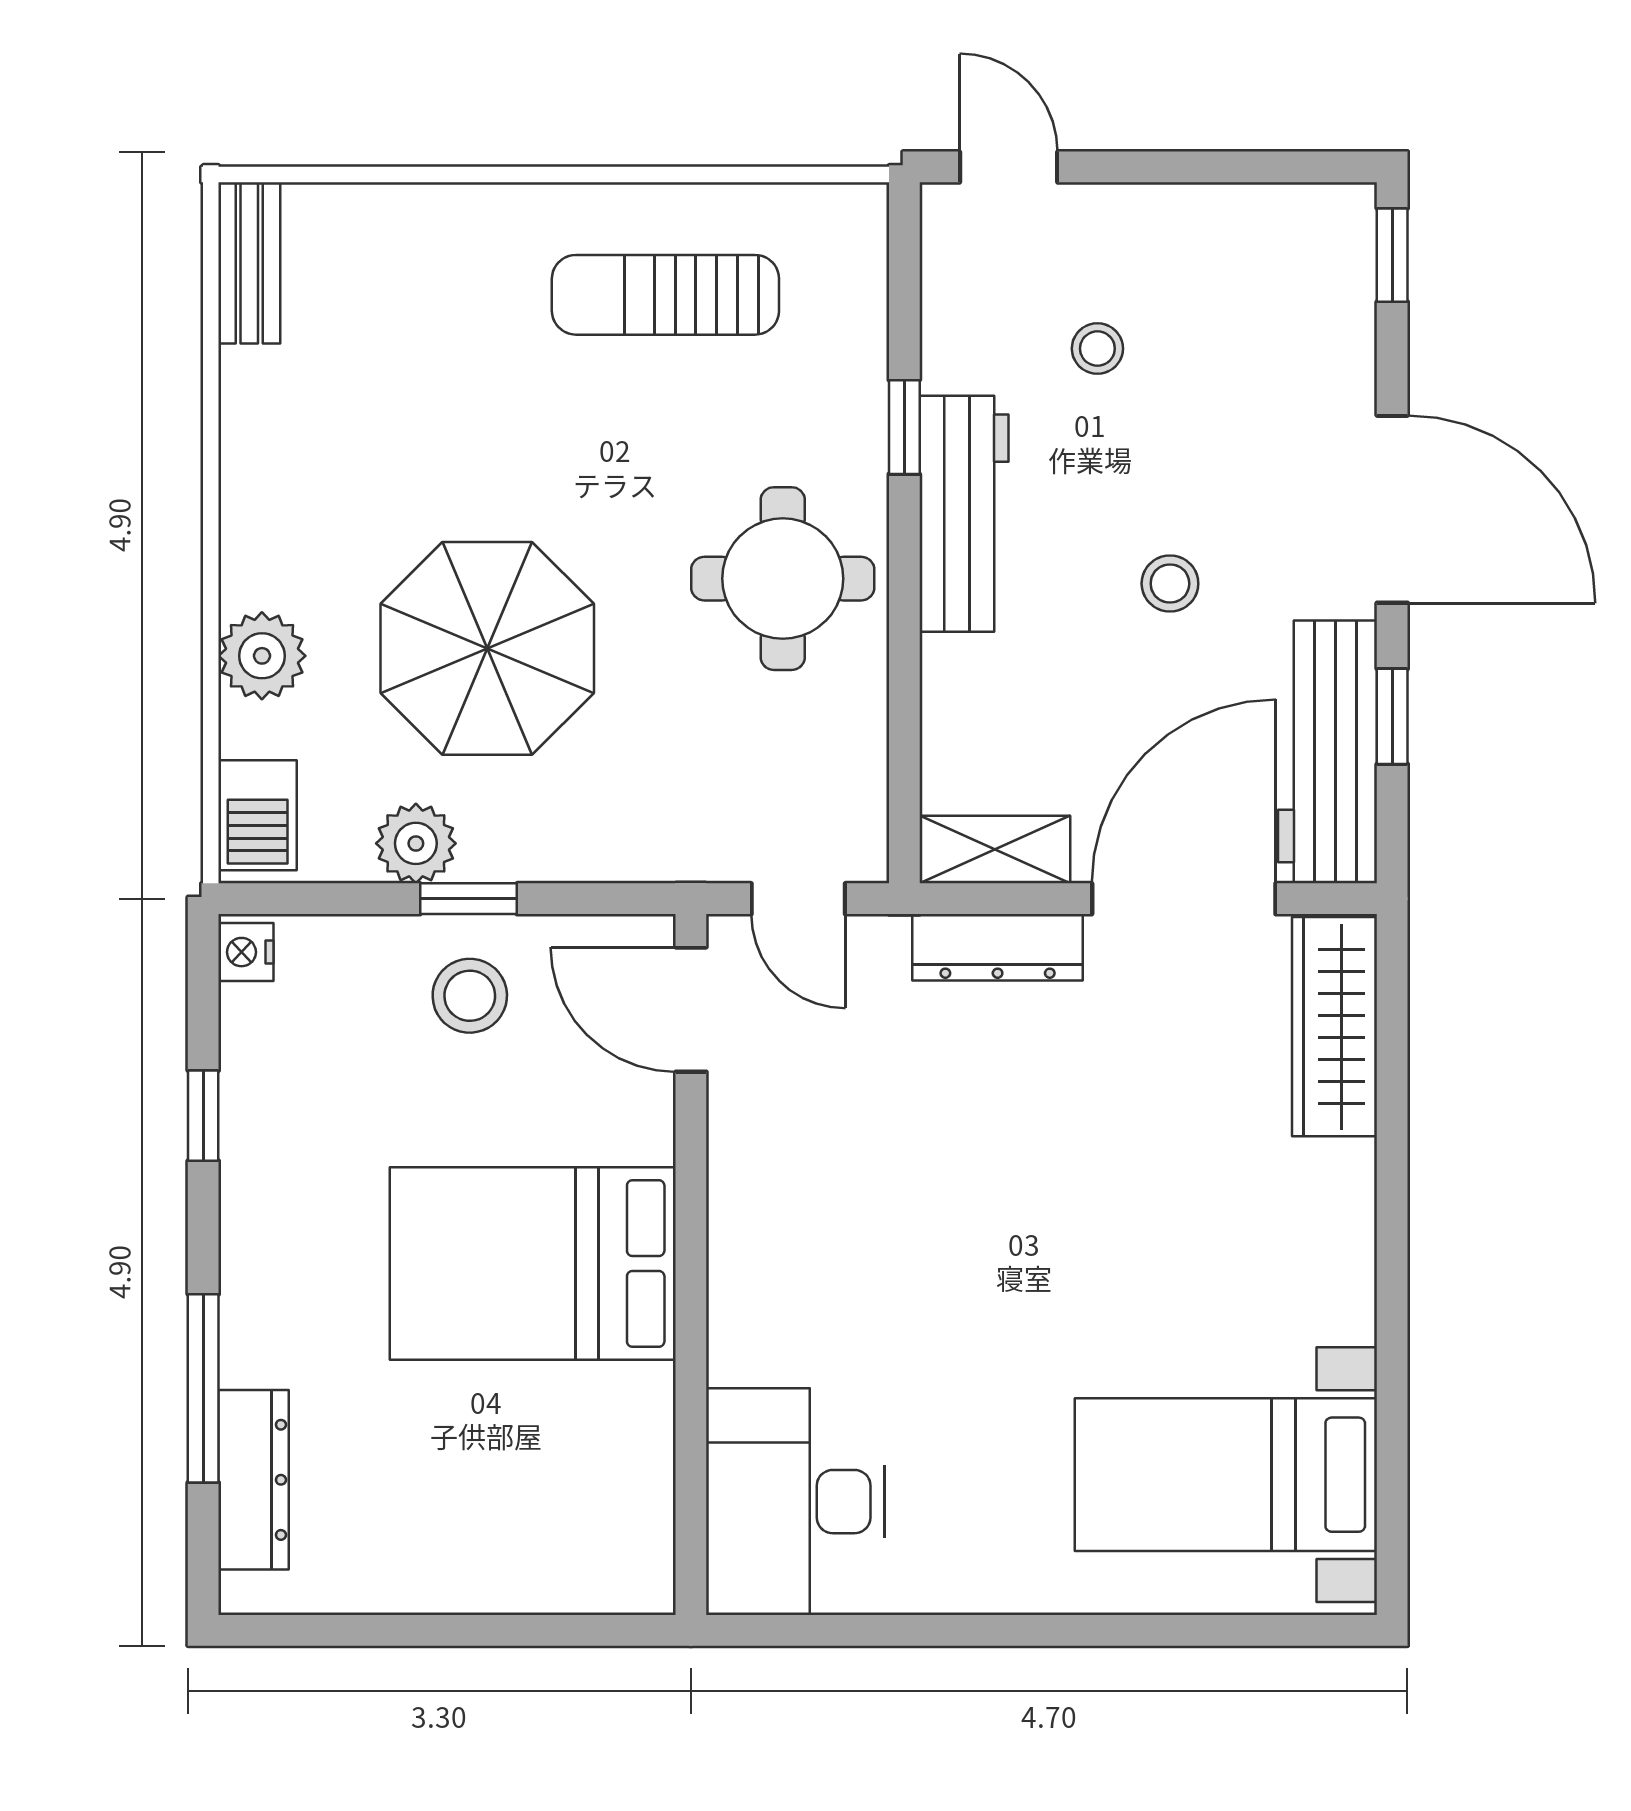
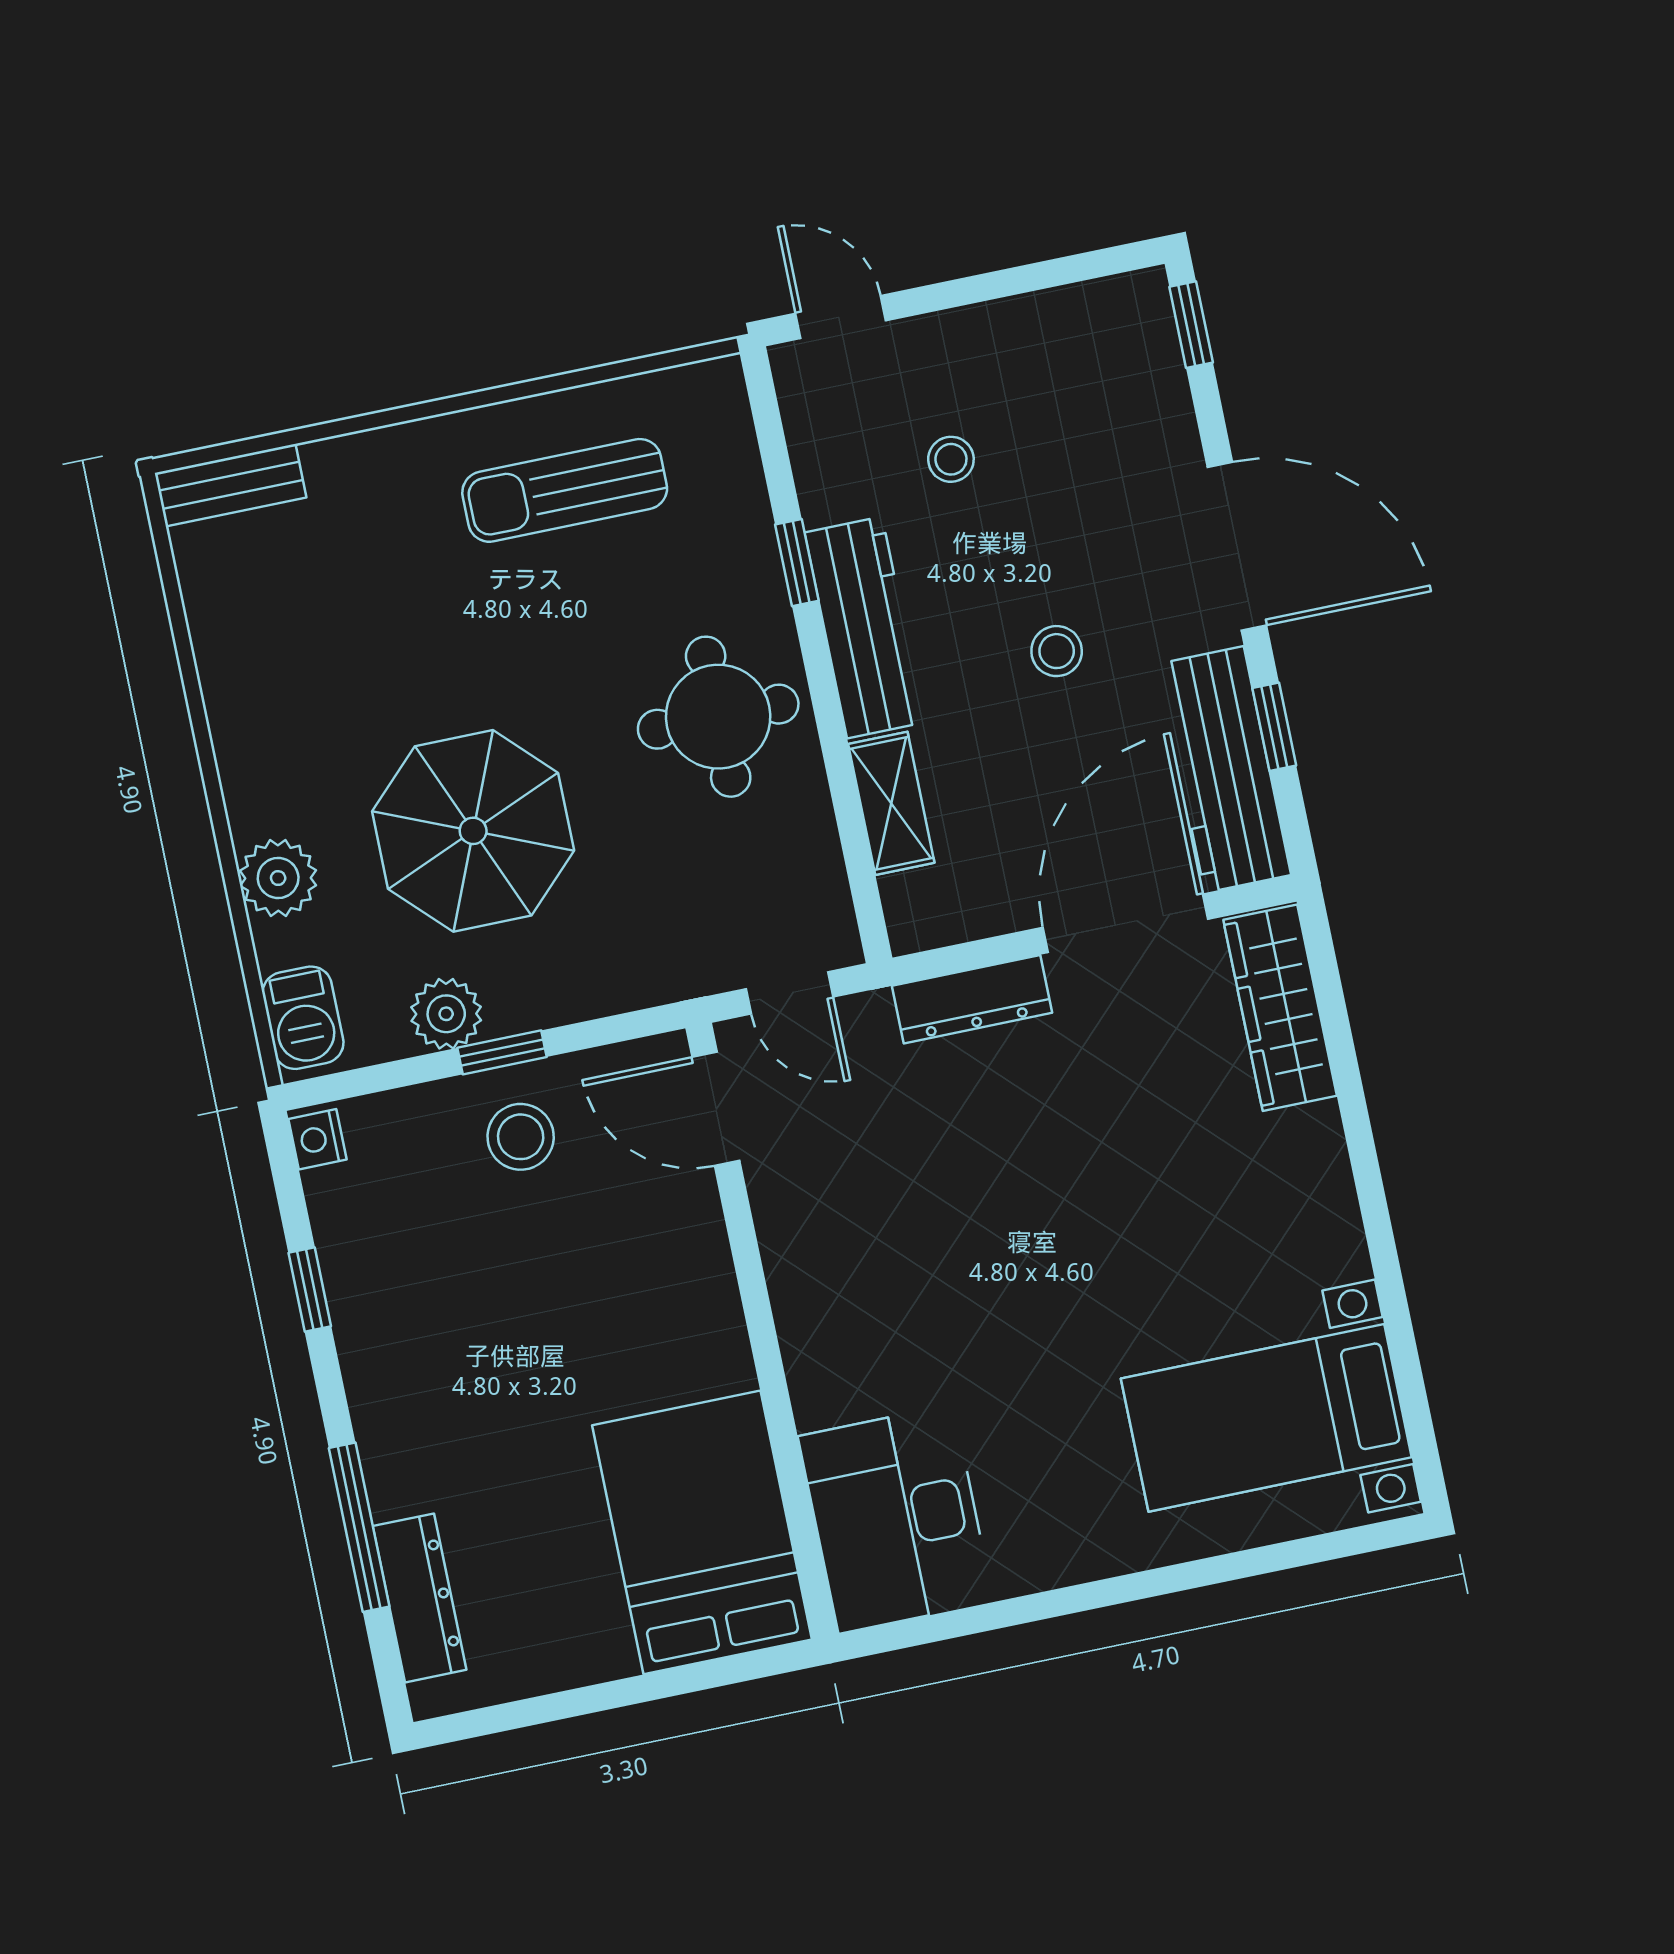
bench: (249, 263) -> (230, 485), moved, turned 90
shelving: (995, 850) -> (891, 803), moved, turned 90
bed: (533, 1264) -> (702, 1532), moved, turned 90

